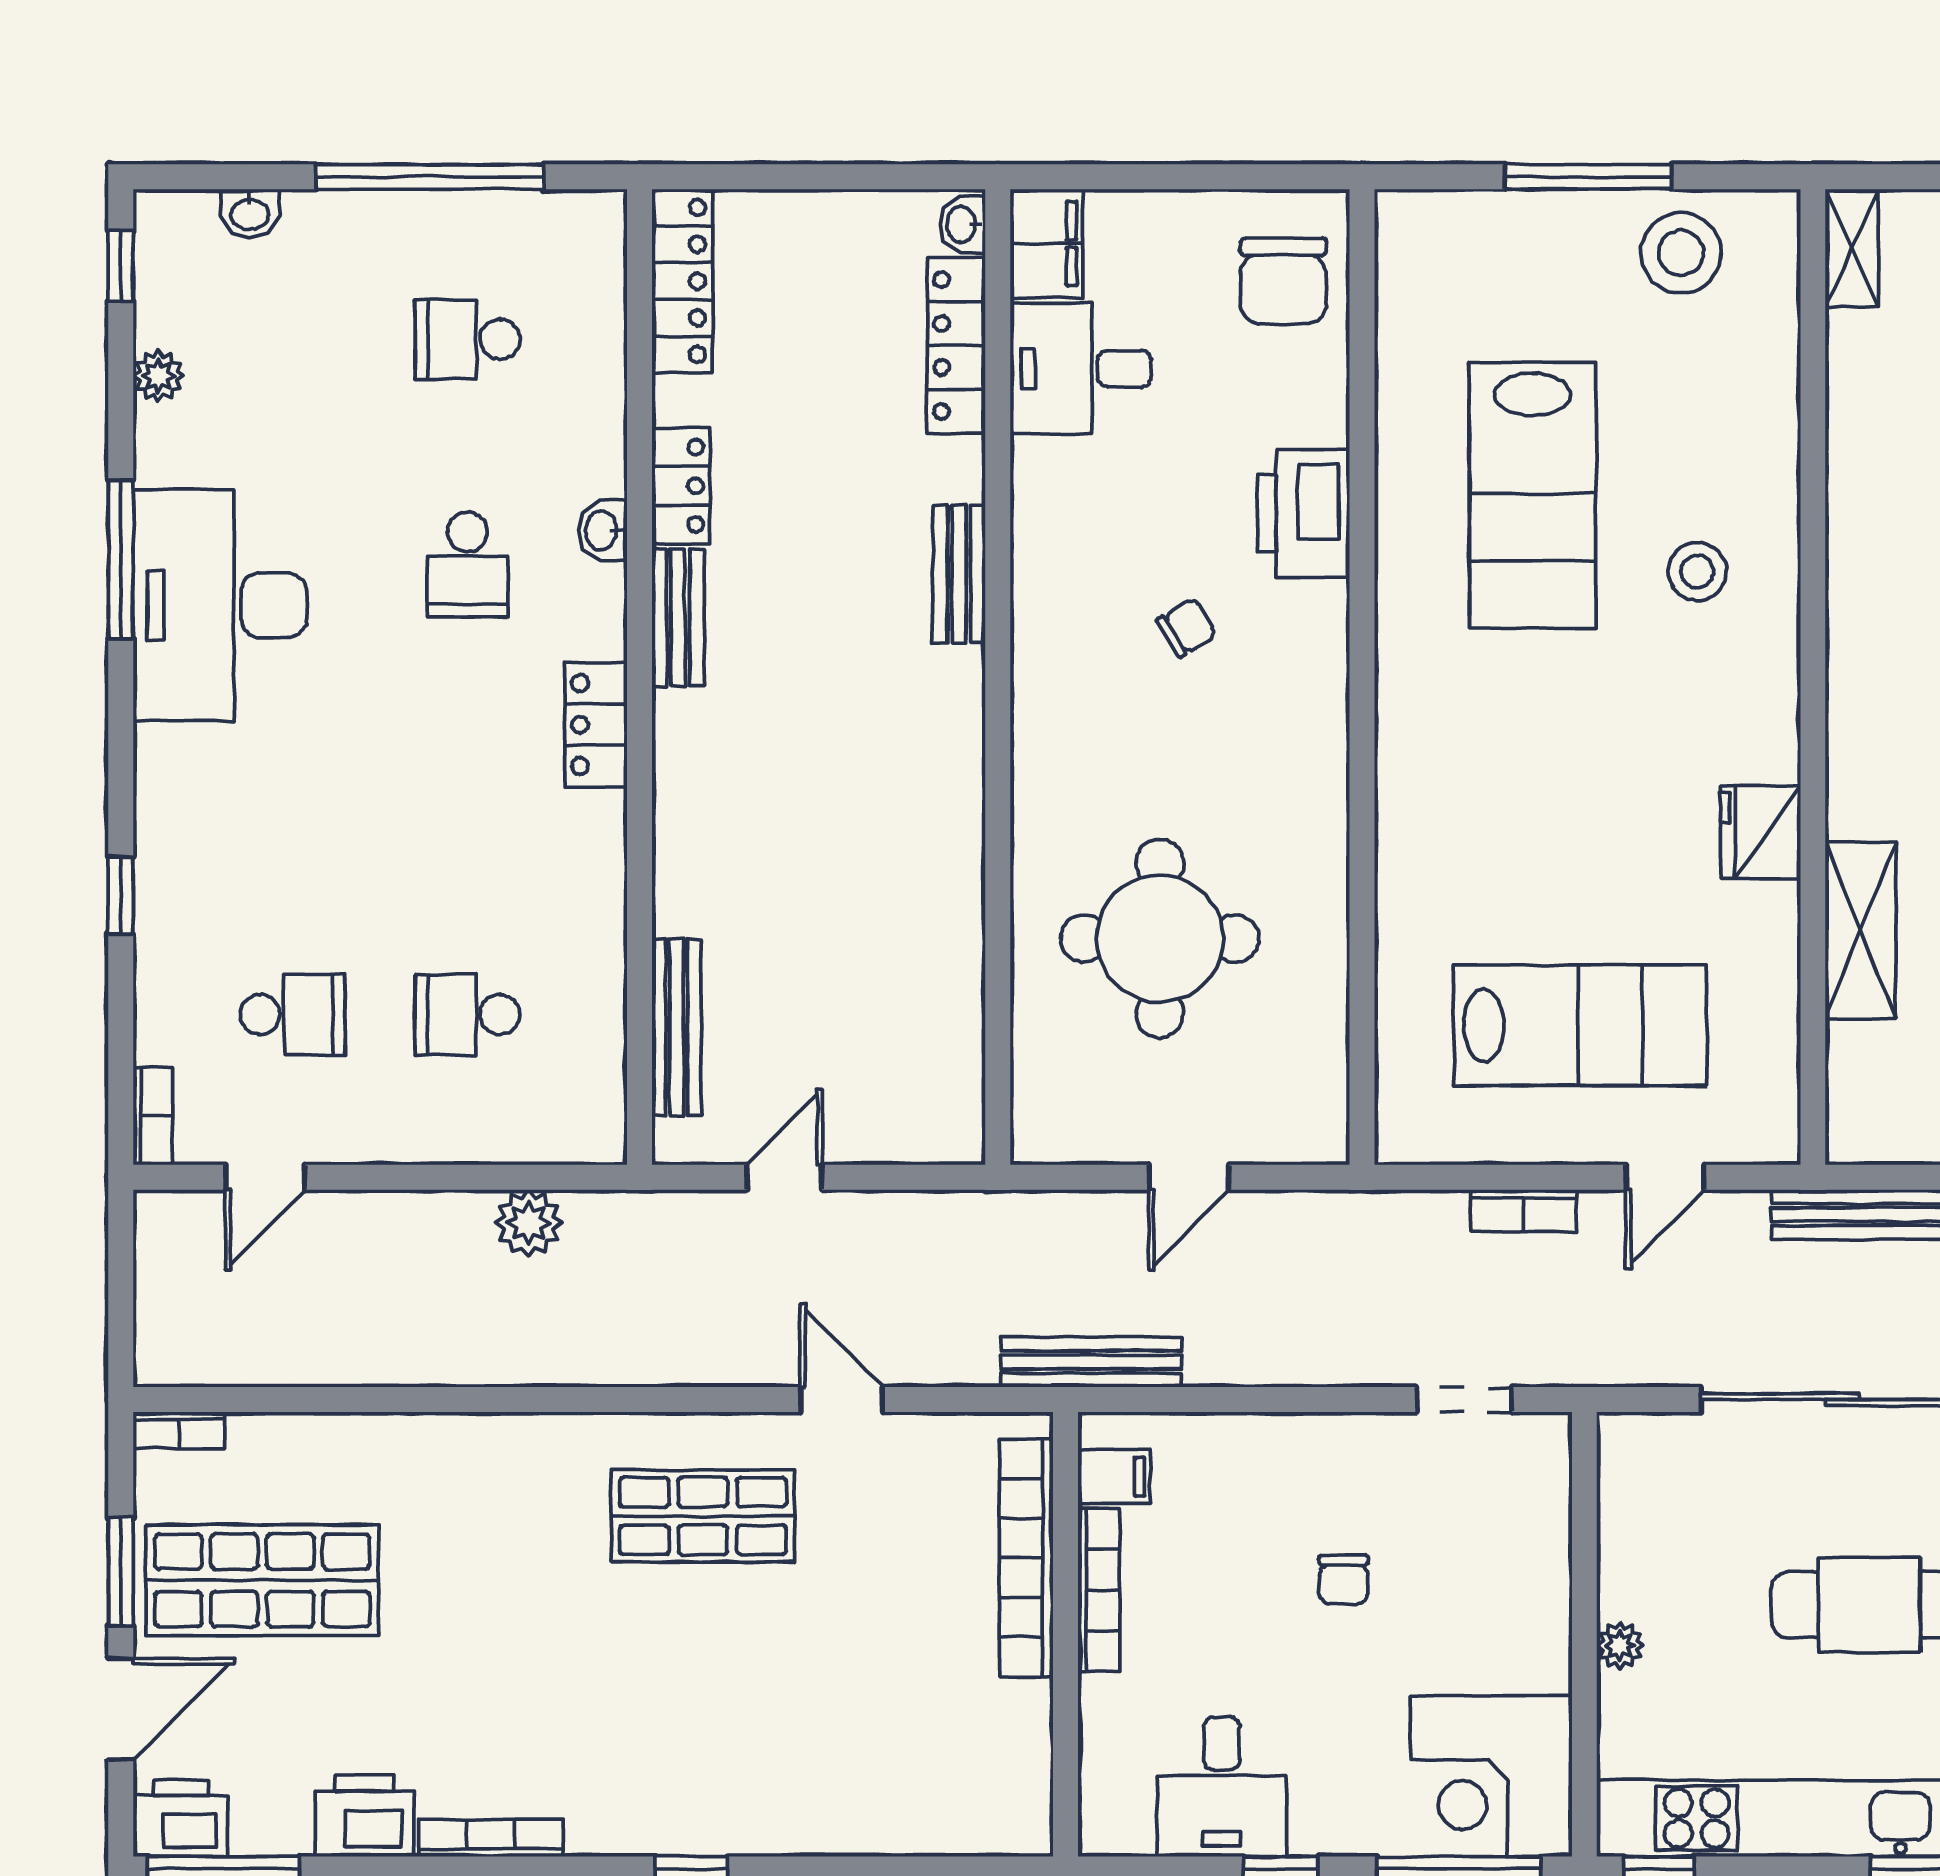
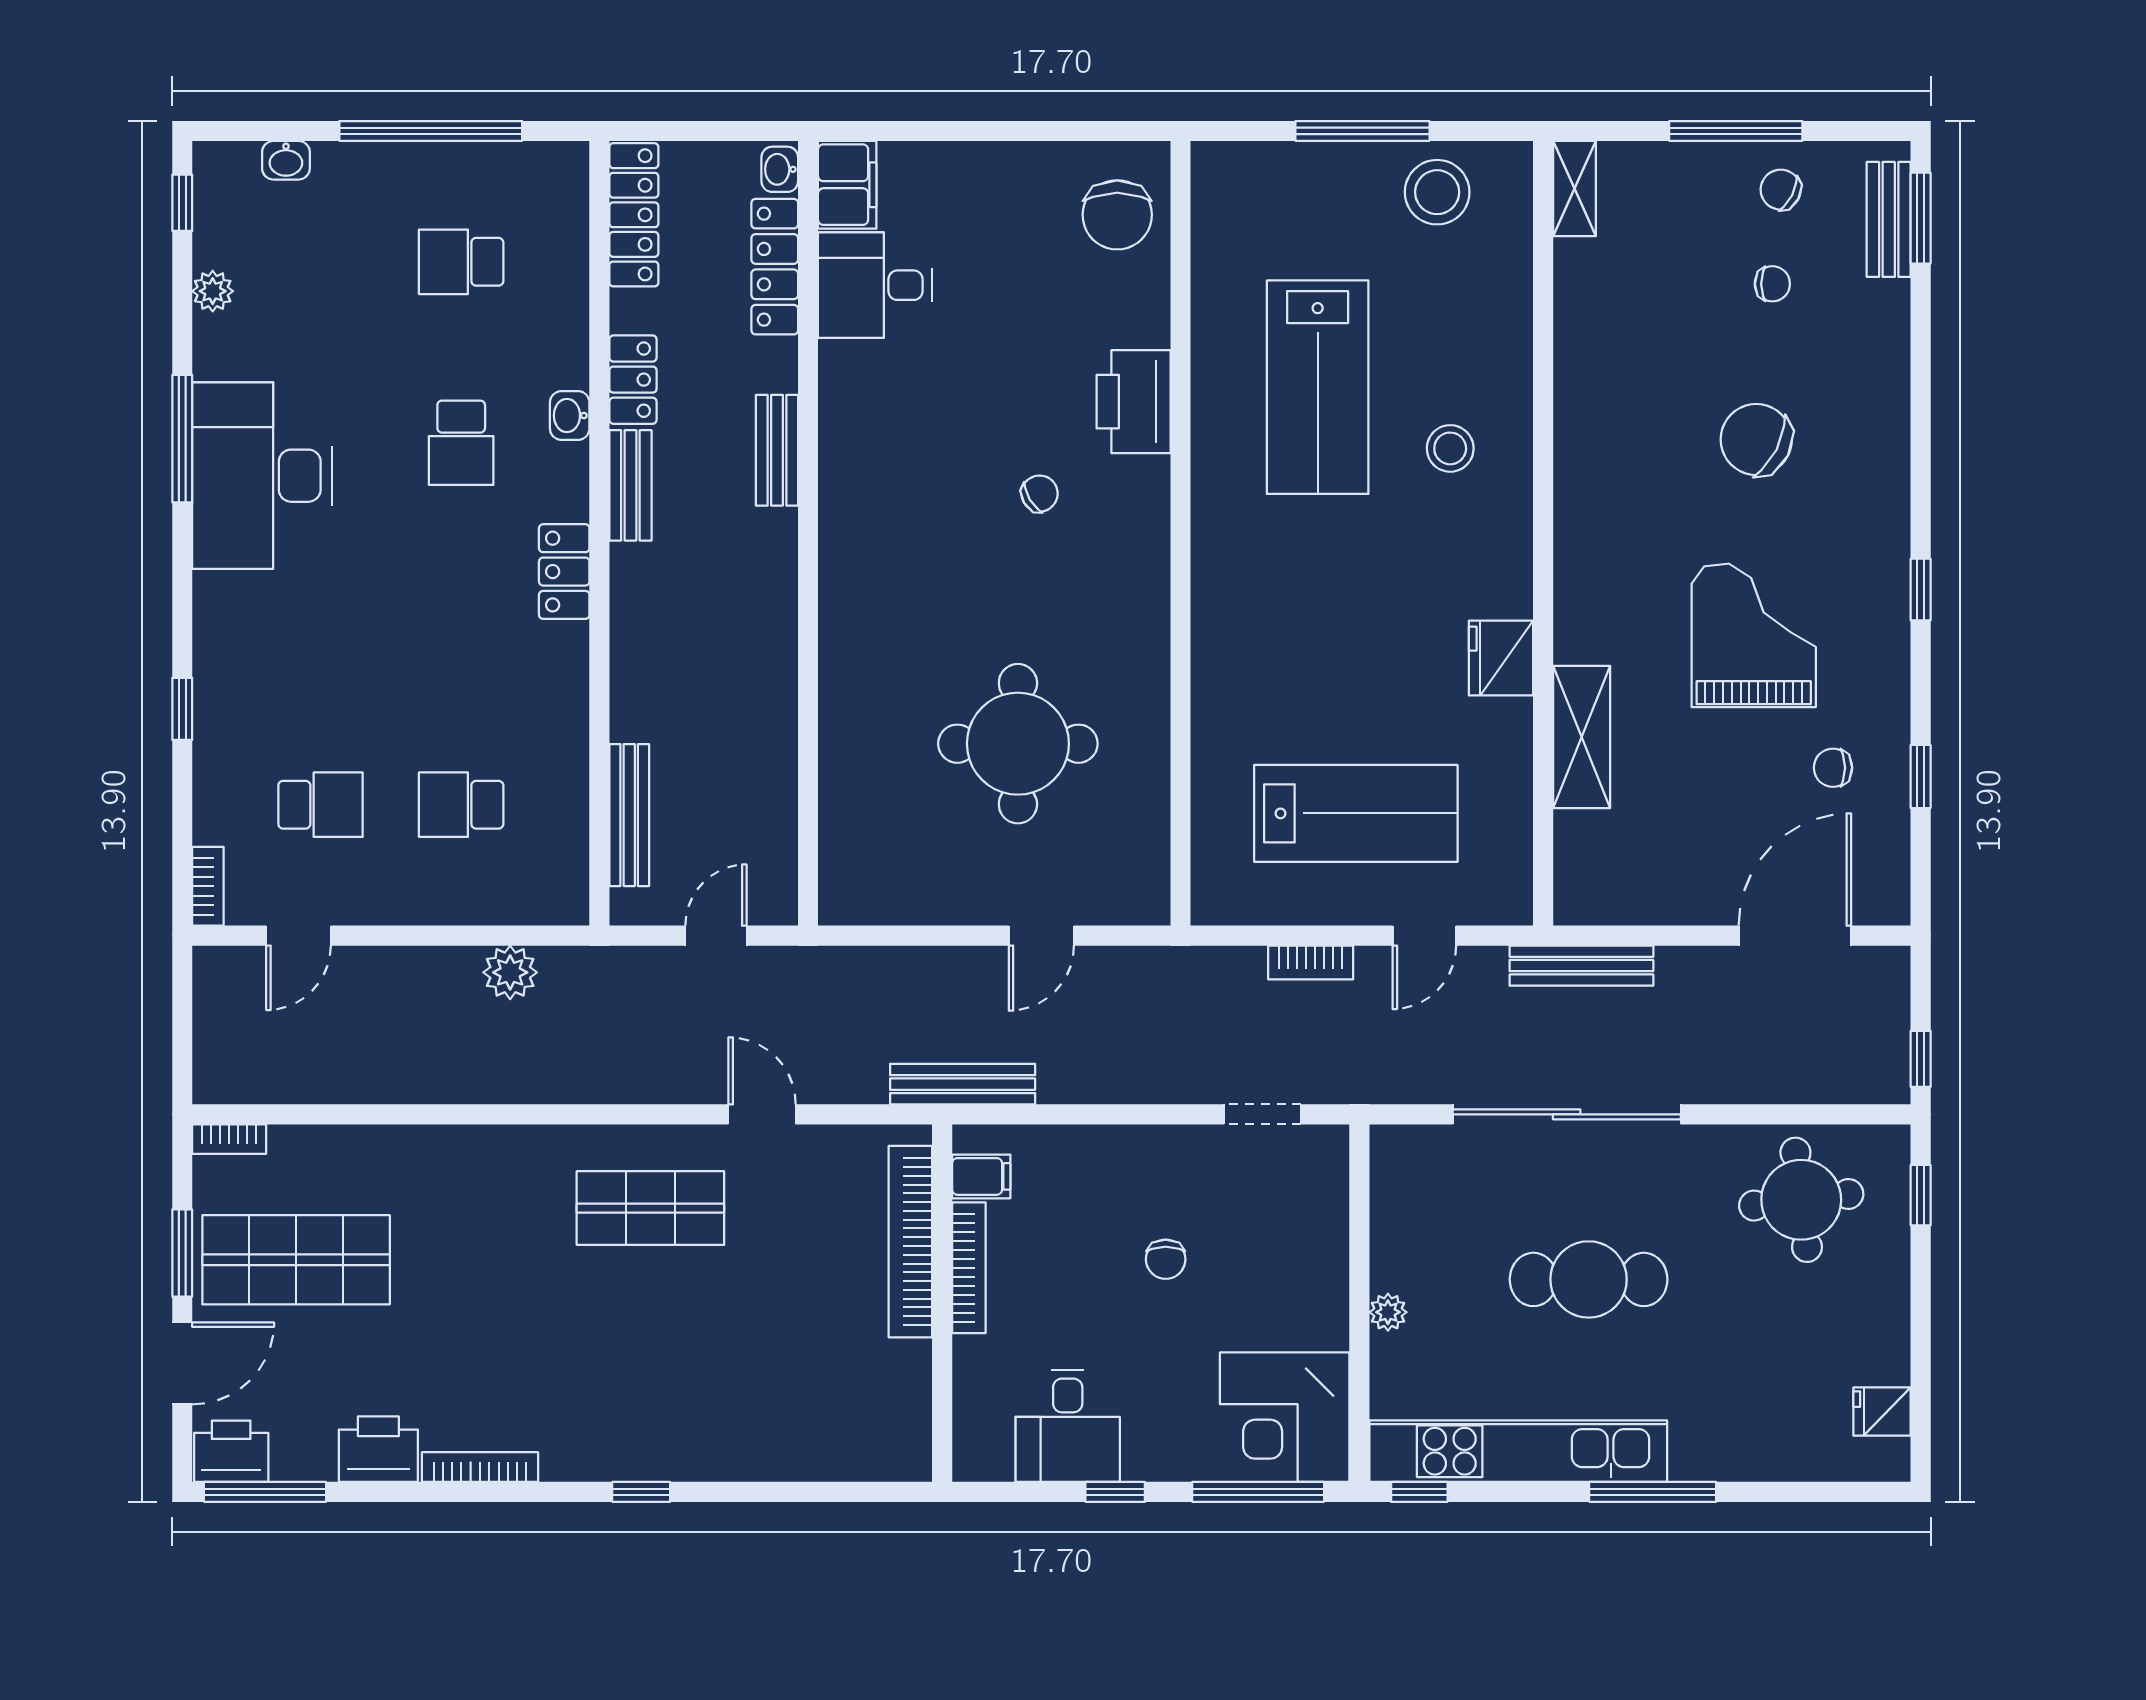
washbasin: (963, 224) -> (780, 169), moved
filing cabinet: (1046, 244) -> (847, 185), moved
locker: (956, 345) -> (775, 267), moved
desk: (1081, 369) -> (875, 285), moved
bench: (959, 574) -> (777, 450), moved
wall: (998, 677) -> (808, 533), moved

